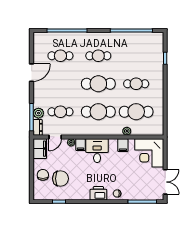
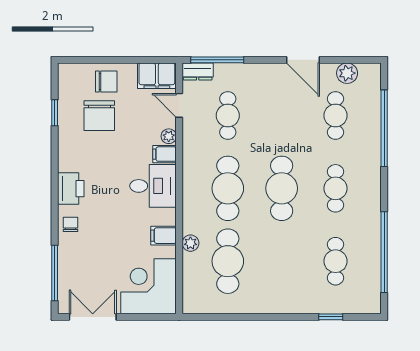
cafe table: (136, 84) -> (336, 261), moved
plant: (38, 113) -> (347, 73), moved
double door: (165, 182) -> (93, 317), swing flipped

